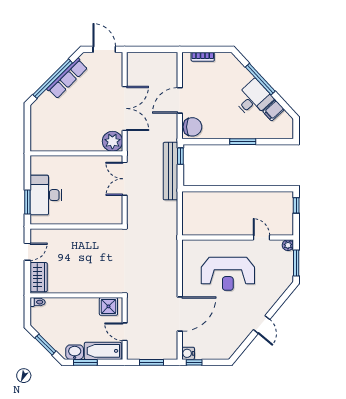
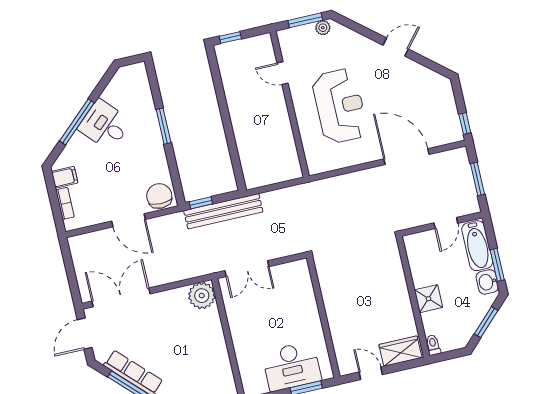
double door: (125, 108) -> (121, 297), moved
filing cabinet: (274, 111) -> (65, 177), moved, turned -47
door: (261, 238) -> (283, 73), hinge flipped
plant: (288, 245) -> (323, 28), moved
shower: (108, 306) -> (428, 299), moved
water cooler: (188, 353) -> (455, 134), removed

